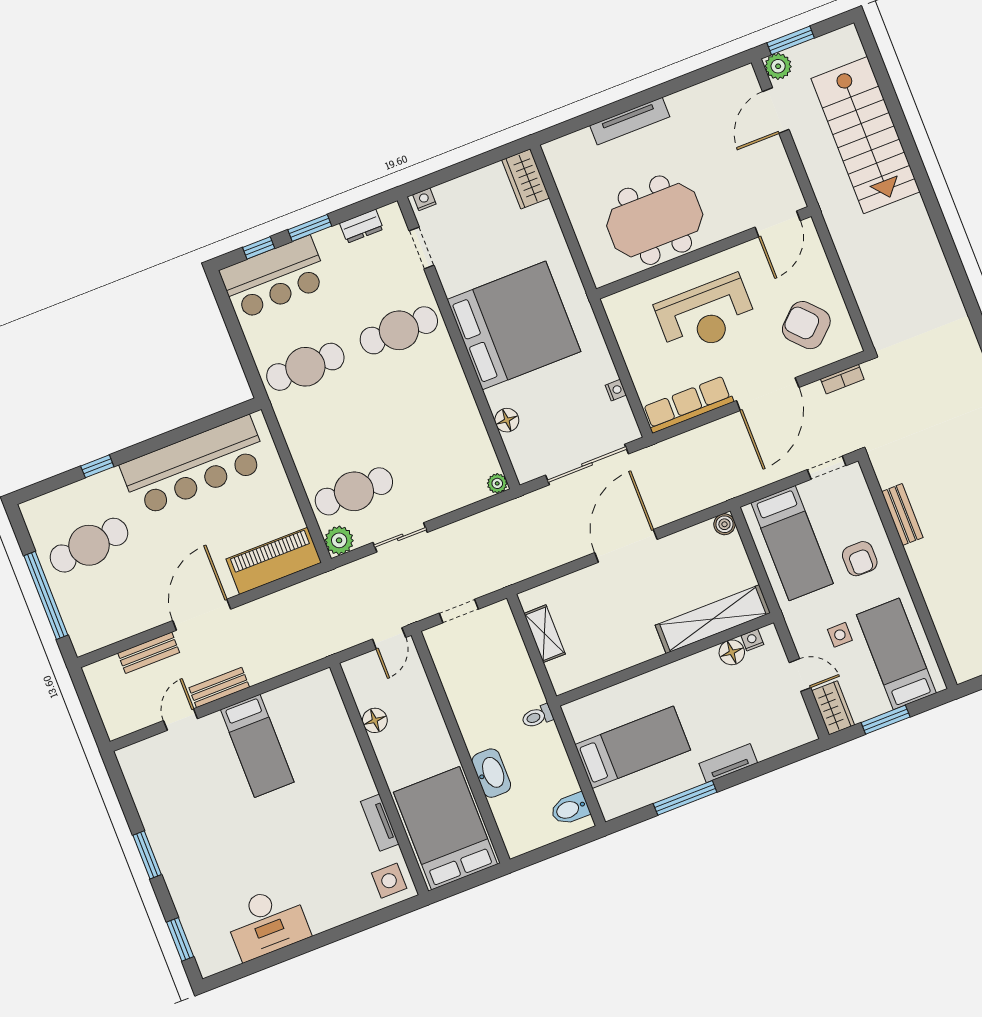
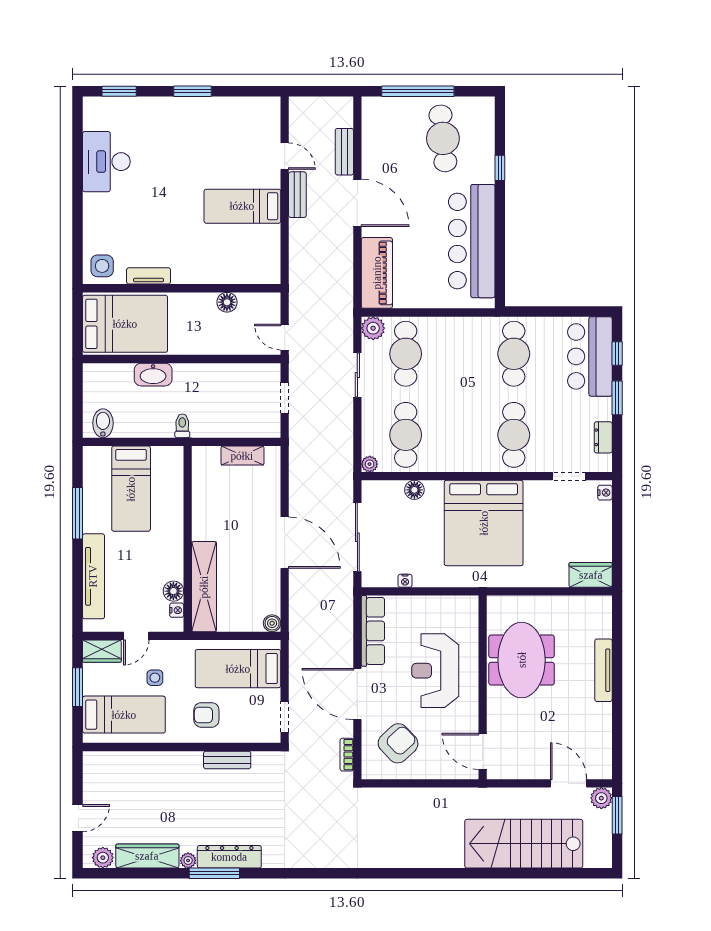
cafe table: (447, 455) -> (406, 435), added
tv unit: (728, 763) -> (93, 576), width x1.92, depth x1.29

